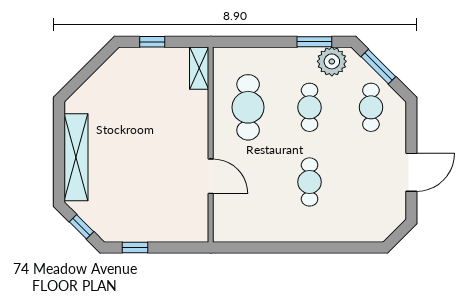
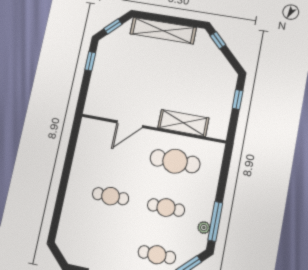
window: (314, 42) -> (215, 221), width x1.44
plant: (332, 61) -> (204, 228), width x0.53, depth x0.53
shelving: (199, 68) -> (183, 123), moved, width x1.50, depth x1.33
window: (77, 82) -> (218, 40), added

